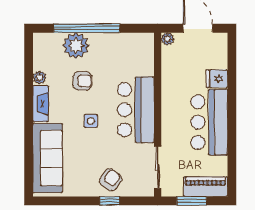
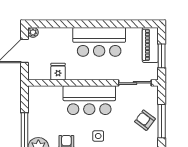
plant: (167, 39) -> (33, 32), moved
fridge: (217, 79) -> (58, 72), moved, turned 180
window: (110, 201) -> (162, 121), width x2.17

